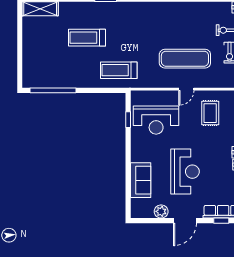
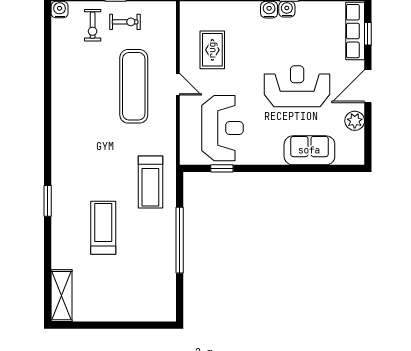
treadmill: (87, 38) -> (103, 228), turned 180
window: (53, 90) -> (180, 240), moved
rug: (210, 113) -> (212, 50), turned 90
door: (185, 221) -> (368, 86), swing flipped

